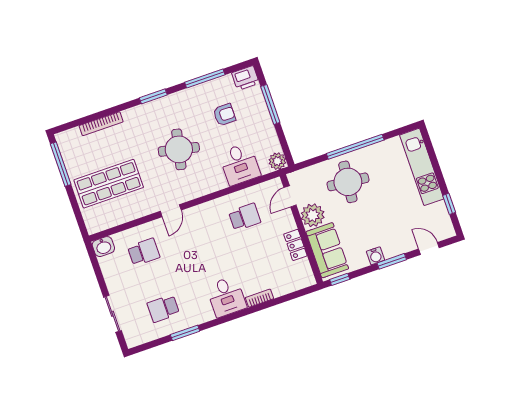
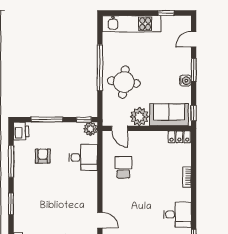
round table: (179, 149) -> (57, 199), removed
window: (286, 149) -> (84, 120), added
locker: (295, 245) -> (179, 137), moved
desk: (226, 297) -> (177, 215), moved

